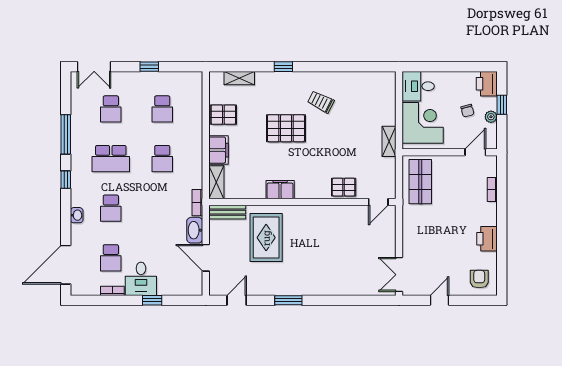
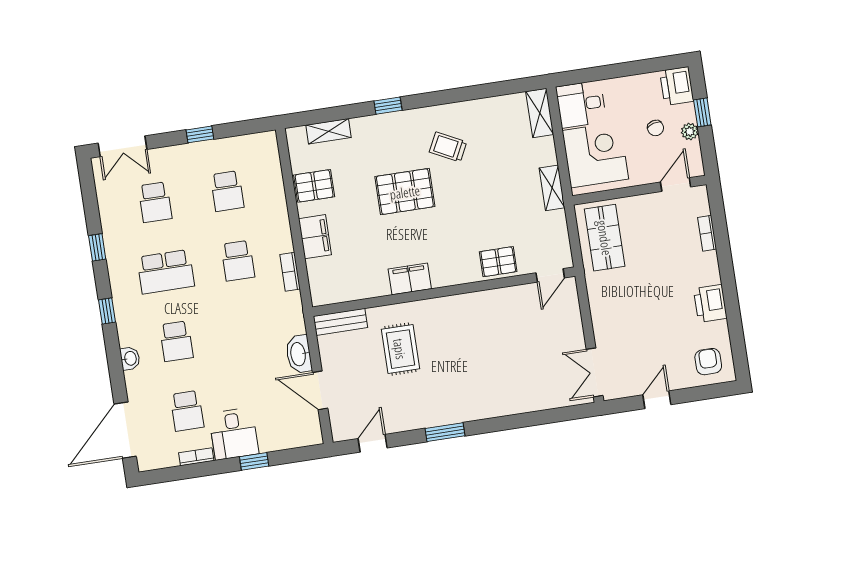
window: (66, 134) -> (97, 247), width x0.46
shelving: (216, 182) -> (540, 113), moved
bookcase: (197, 203) -> (290, 272), moved
rug: (266, 238) -> (400, 349), width x0.73, depth x0.70

